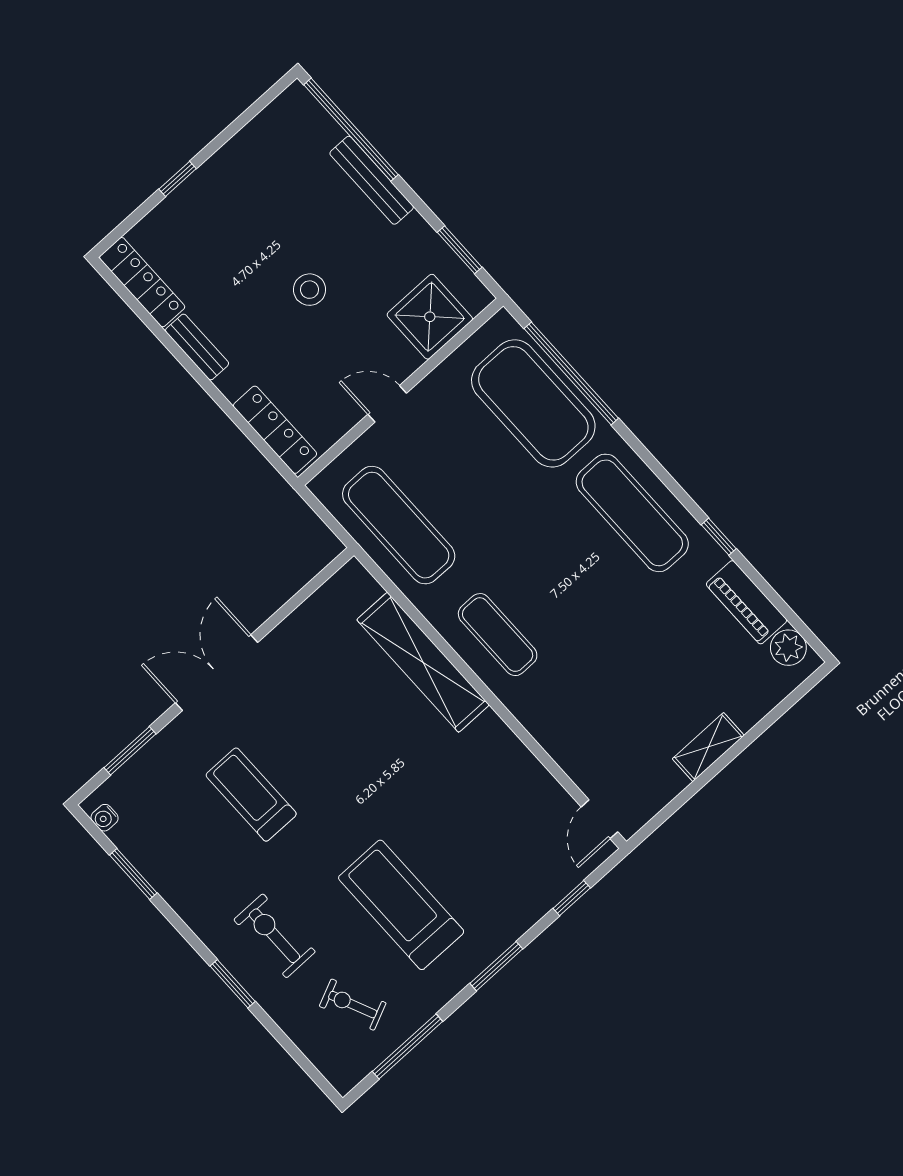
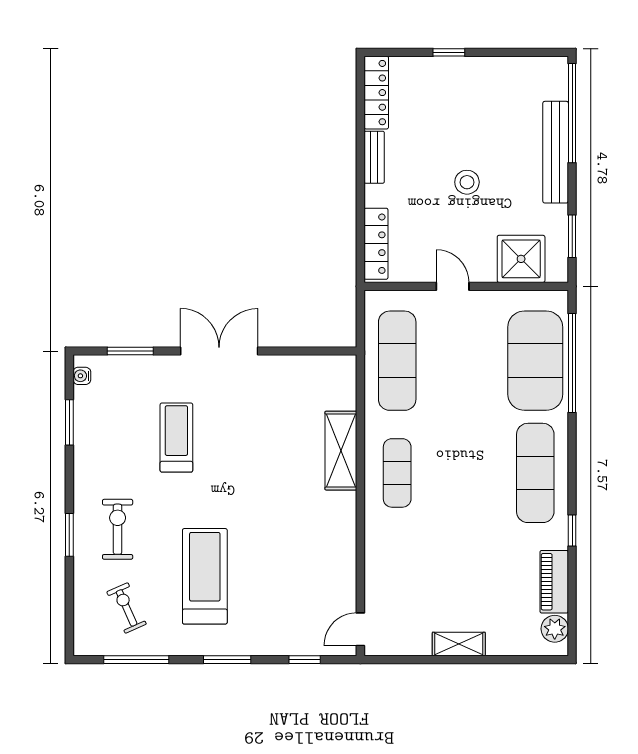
bench: (372, 180) -> (556, 152), width x1.37, depth x1.21
shelving: (423, 662) -> (341, 451), width x0.68

